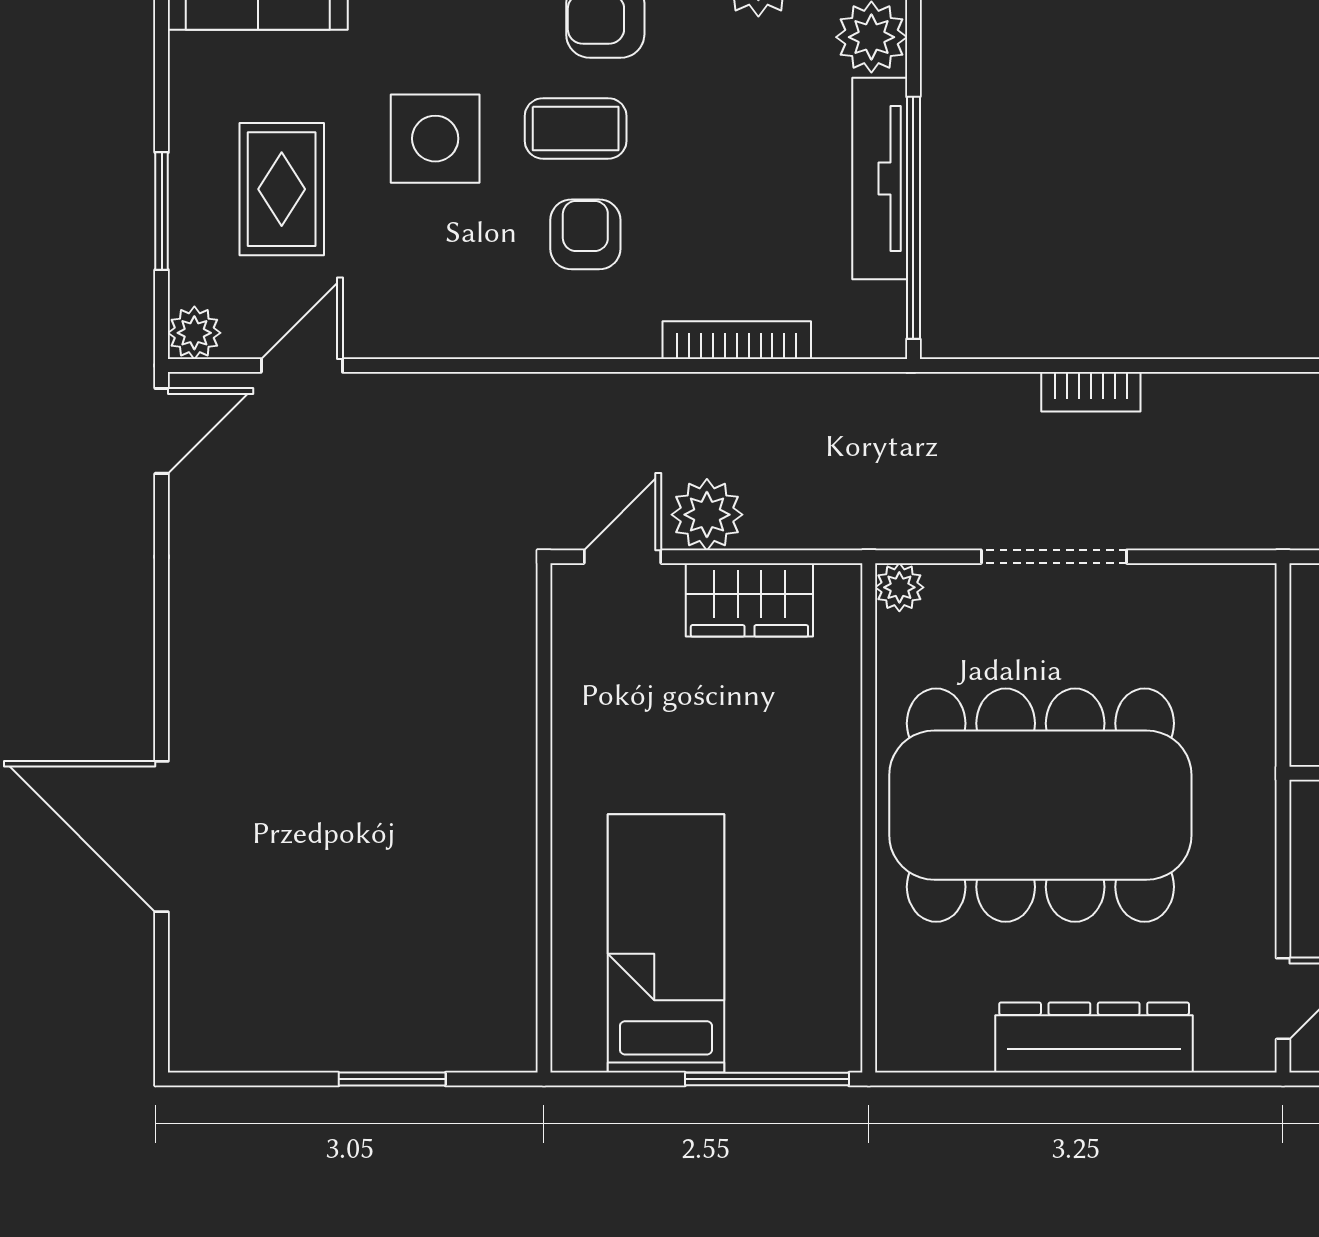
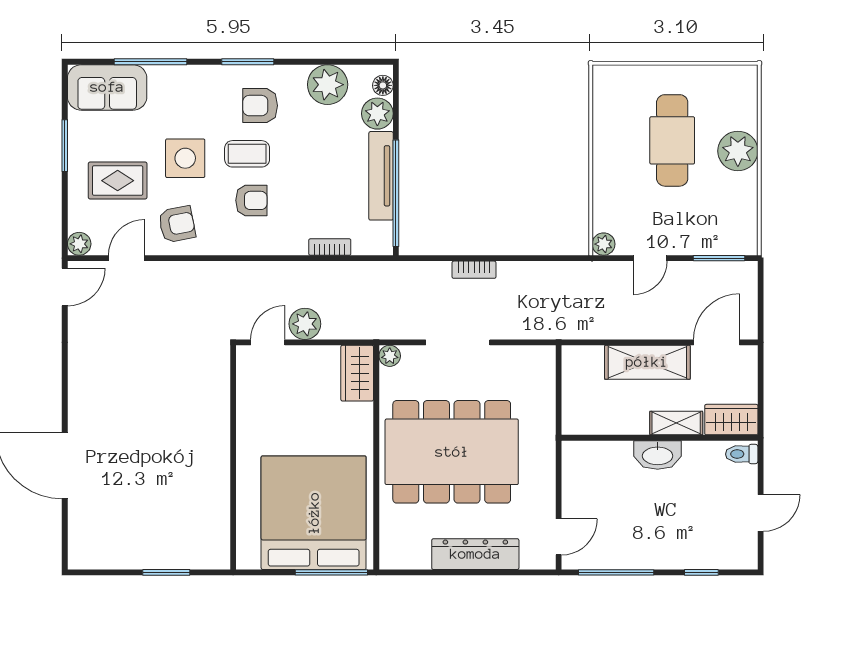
rug: (282, 189) -> (118, 181), turned 90
window: (162, 211) -> (65, 146), moved
armchair: (585, 234) -> (251, 200), turned 90
armchair: (416, 288) -> (177, 224), added
bookcase: (737, 340) -> (330, 247), width x0.64
wardrobe: (749, 600) -> (357, 373), moved, turned 90
bed: (666, 943) -> (314, 513), width x2.04

